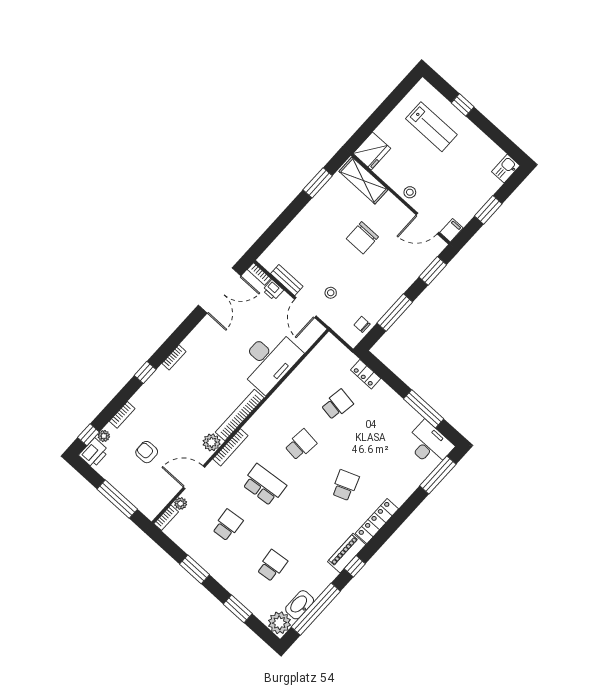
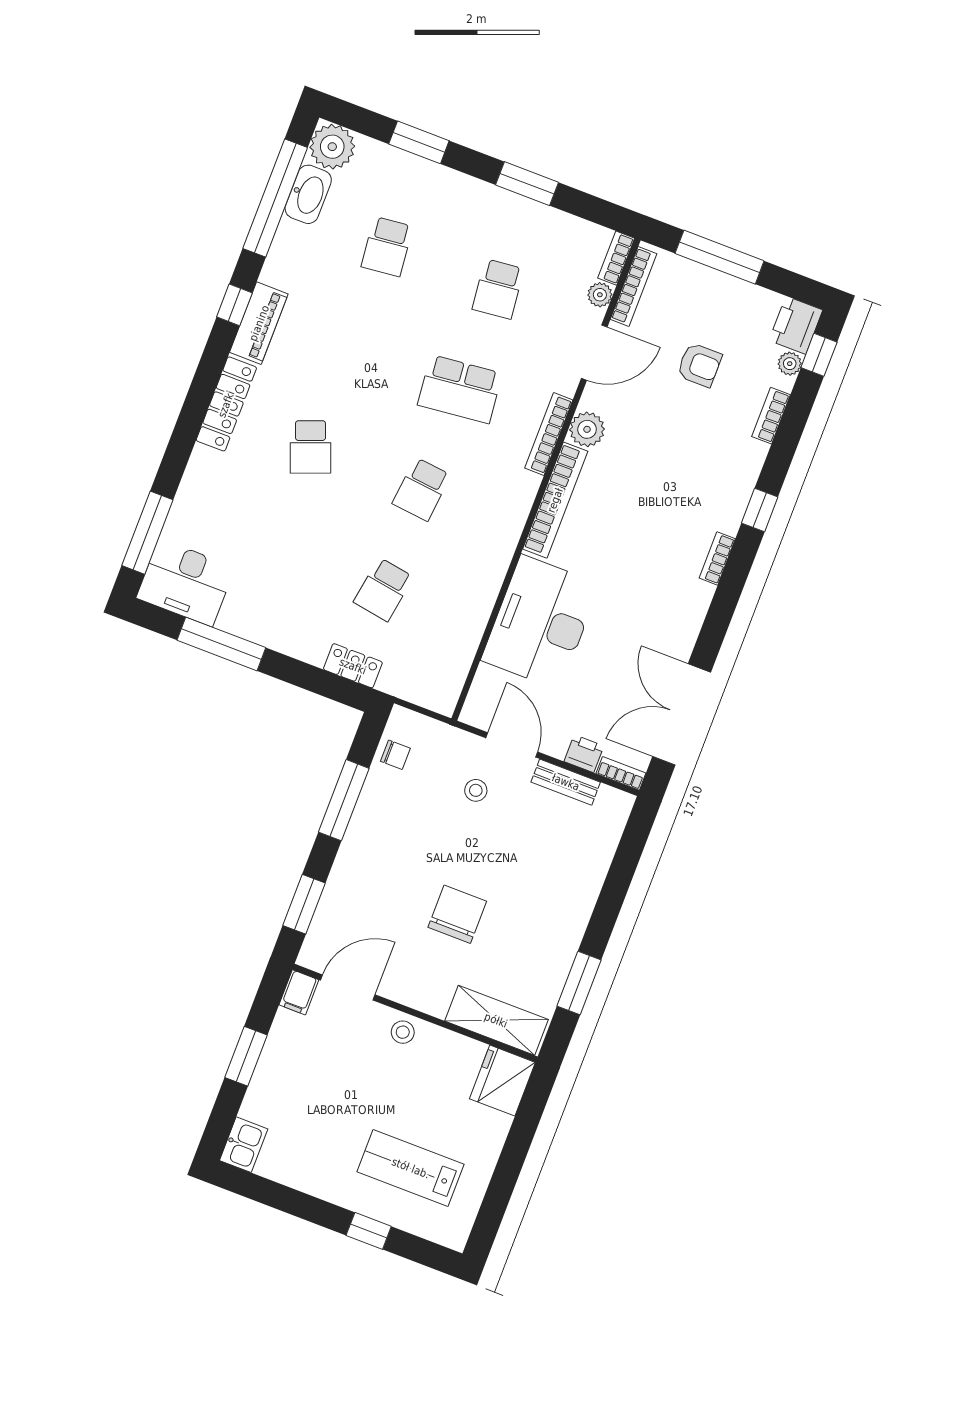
bookcase: (163, 501) -> (634, 286), added

